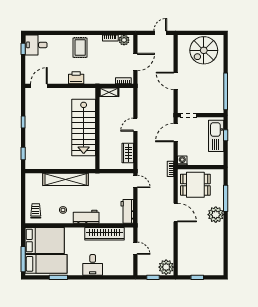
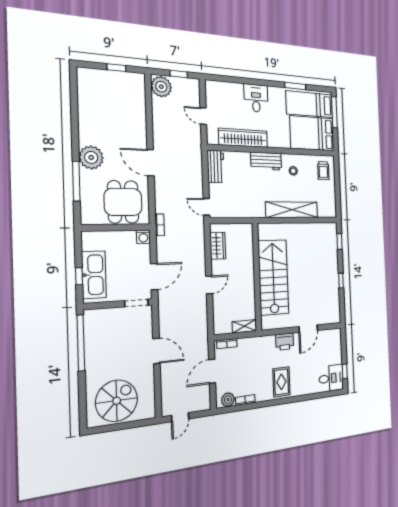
door: (39, 86) -> (308, 329), moved
dining table: (195, 185) -> (123, 202), turned 90

